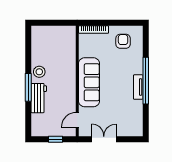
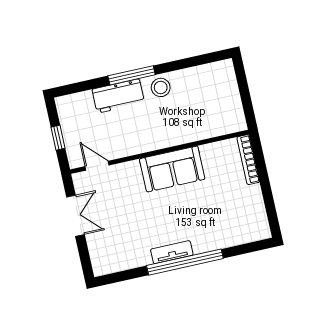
armchair: (123, 41) -> (240, 211), removed
sofa: (89, 82) -> (172, 169), width x0.73

